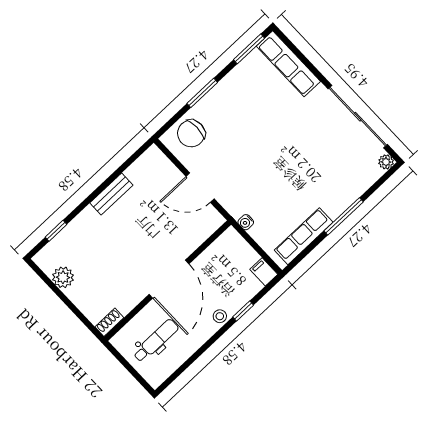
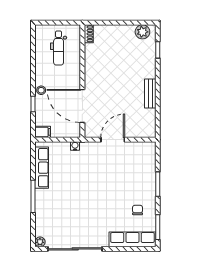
chair: (191, 133) -> (138, 210), moved, width x0.54, depth x0.54
plant: (63, 277) -> (142, 32), moved
door: (169, 279) -> (82, 106), moved

